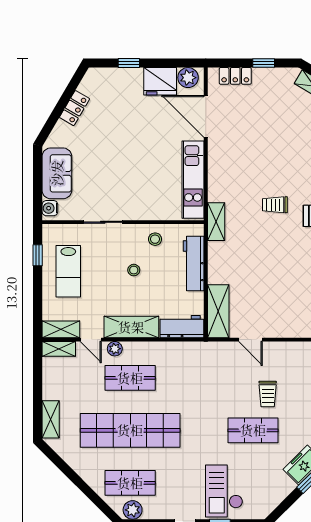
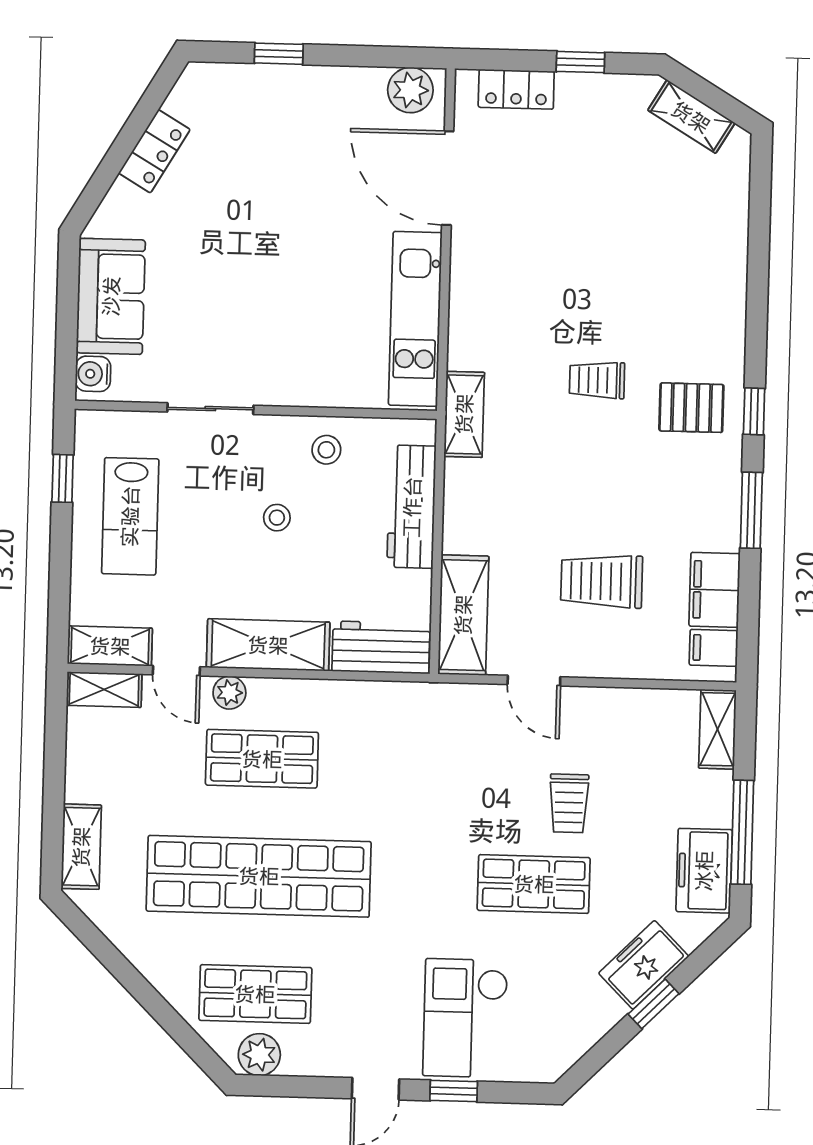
fridge: (160, 81) -> (348, 97), removed
trolley: (279, 294) -> (602, 581), added

